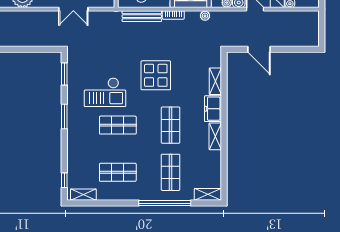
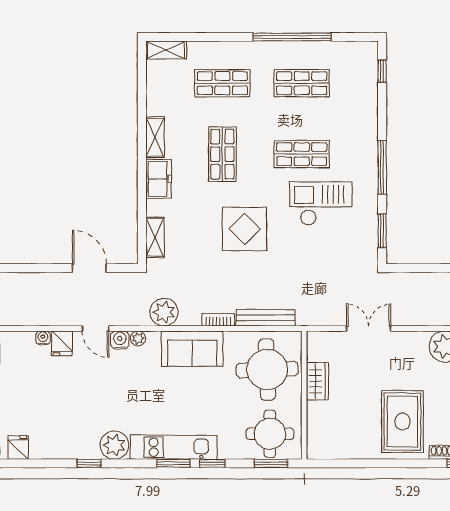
plant: (205, 16) -> (164, 312), width x1.88, depth x1.88
shelving: (215, 81) -> (155, 238), moved
window: (64, 116) -> (382, 167), width x1.44
shop shelf: (171, 172) -> (222, 83), turned 90
shelving: (83, 195) -> (353, 49), removed
window: (165, 203) -> (292, 37), moved

